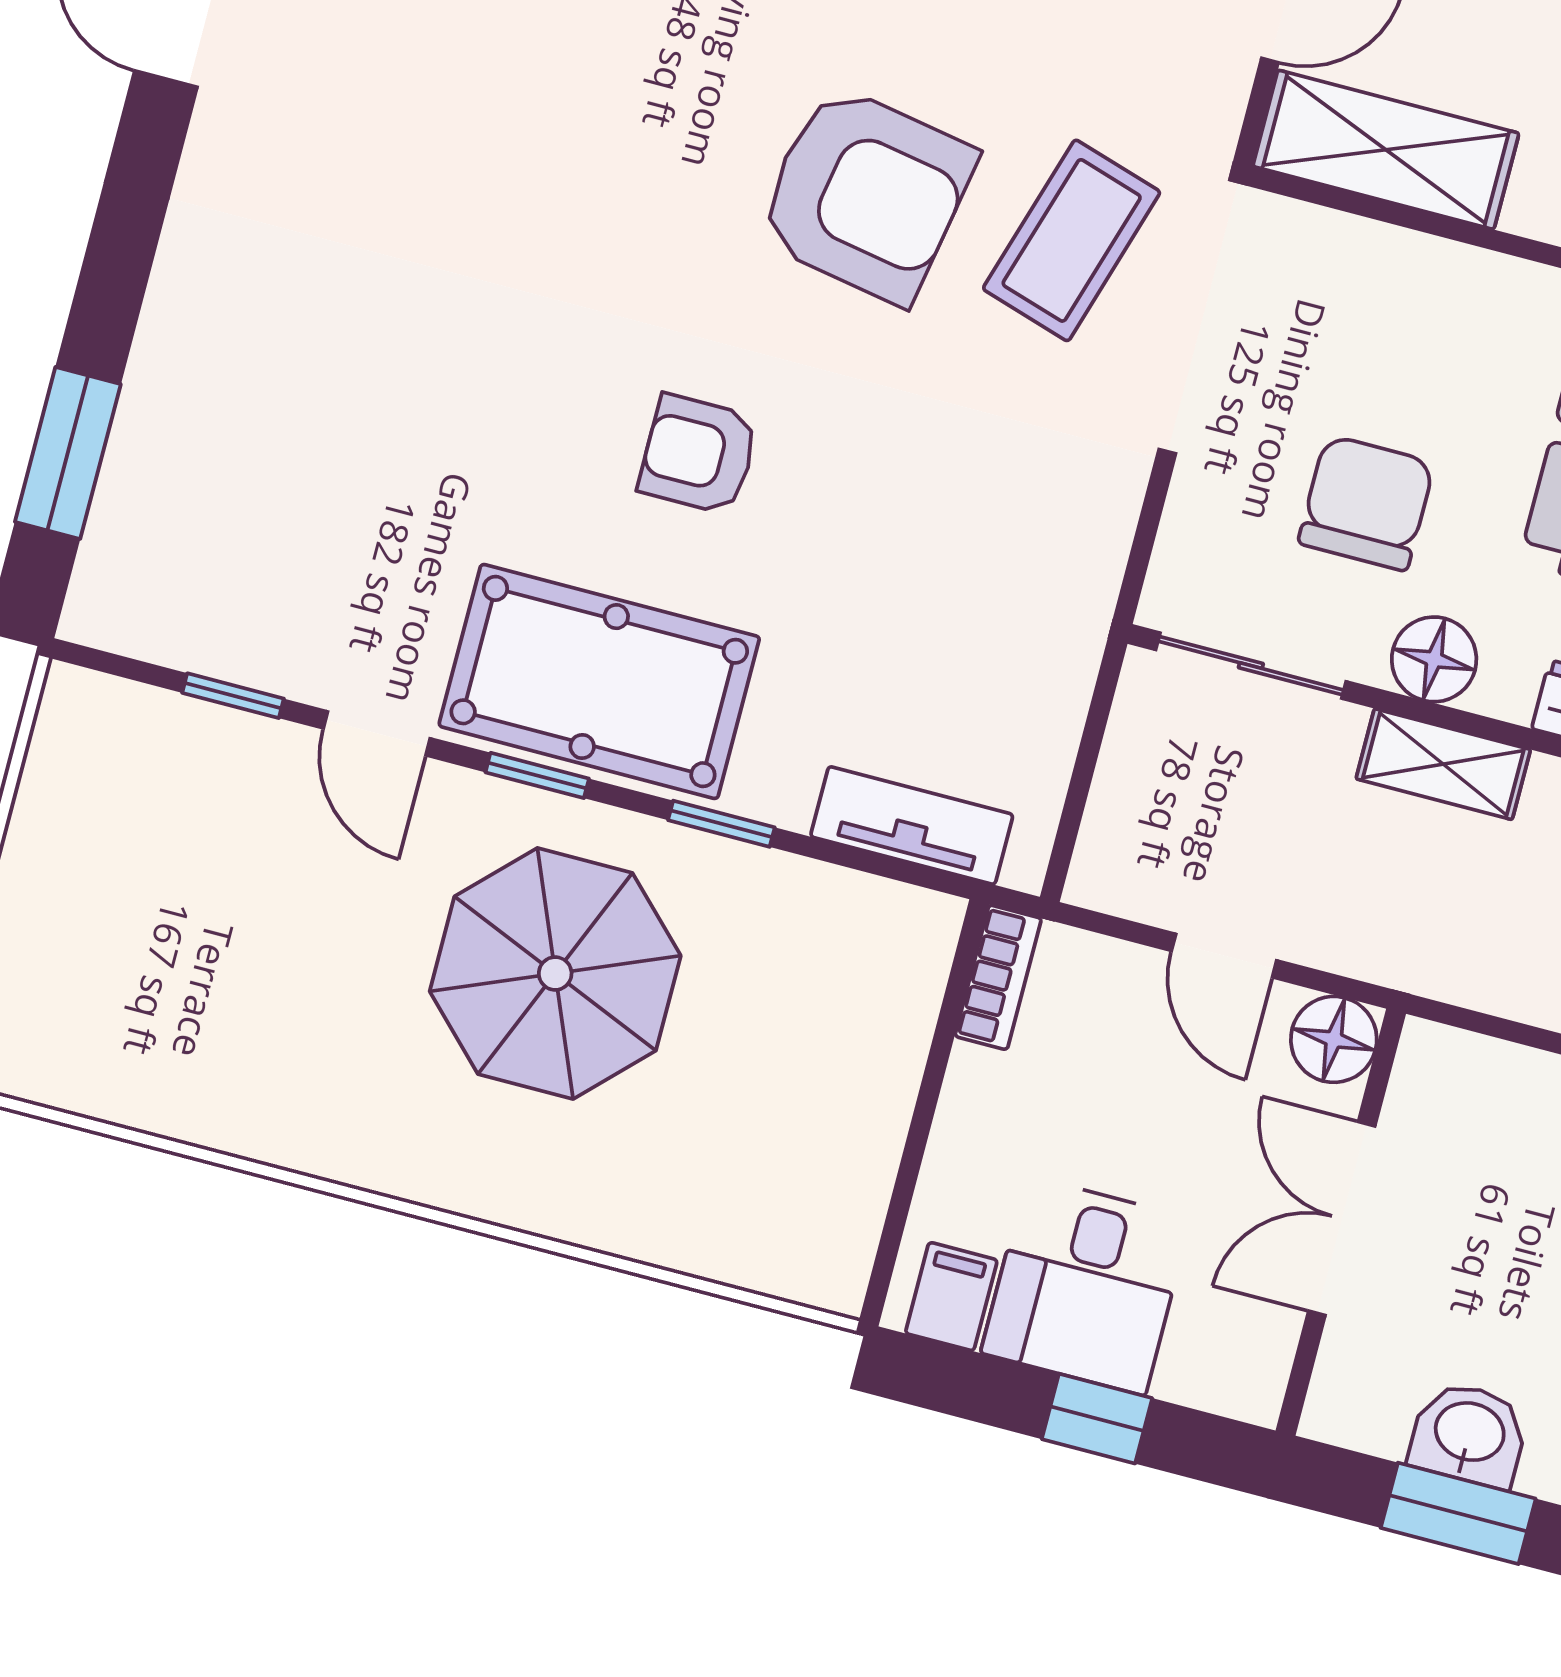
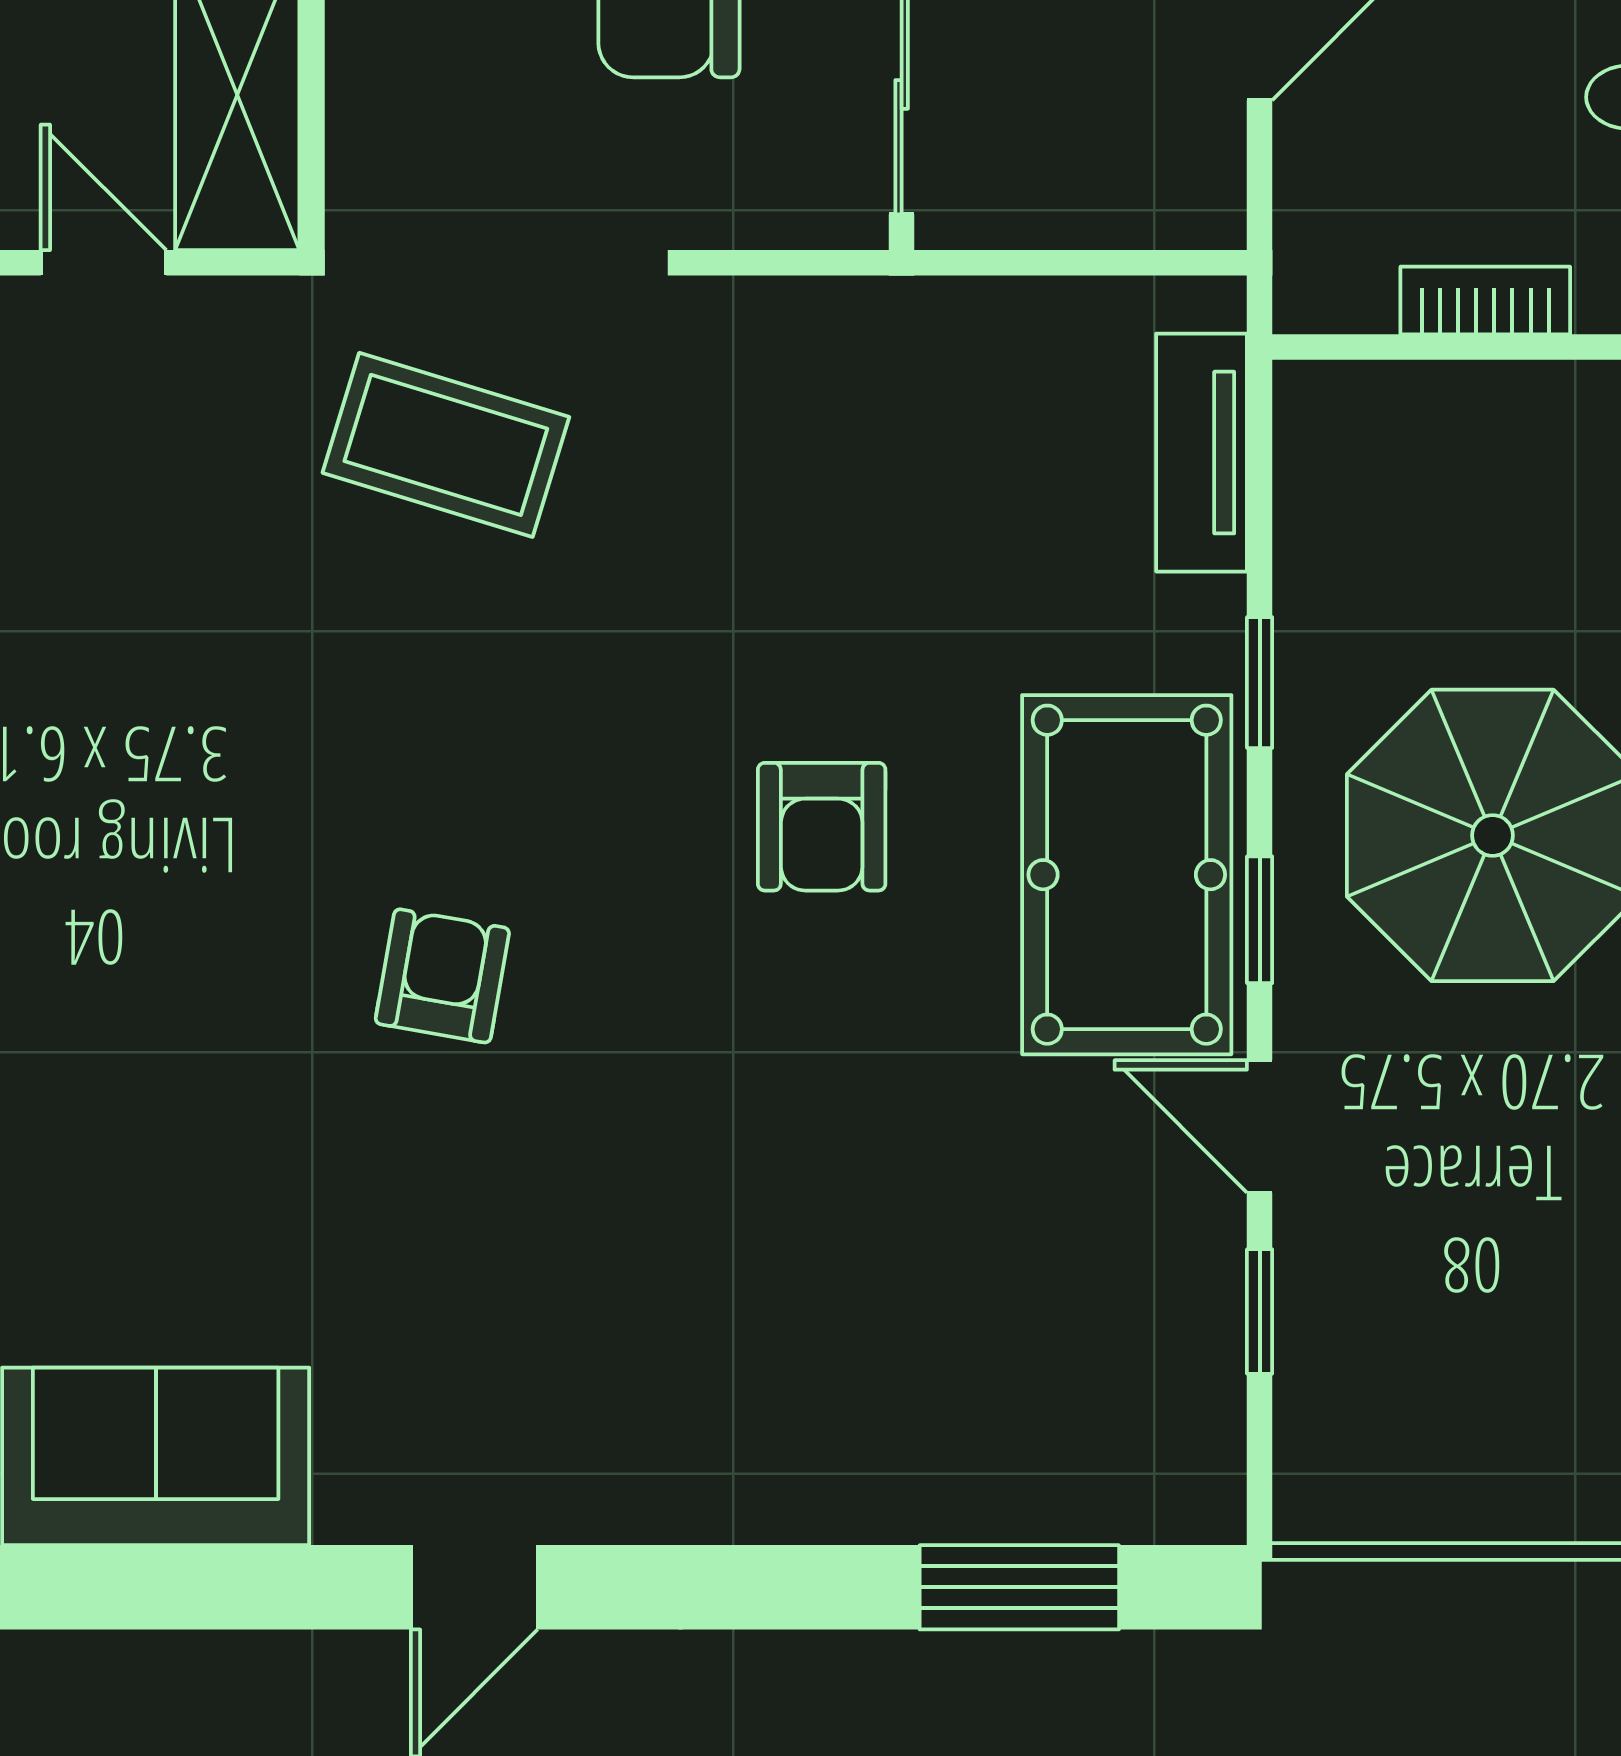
armchair: (866, 194) -> (442, 976), moved, width x0.53, depth x0.53
door: (377, 733) -> (1260, 1126), swing flipped
bookcase: (998, 977) -> (1485, 301), moved

